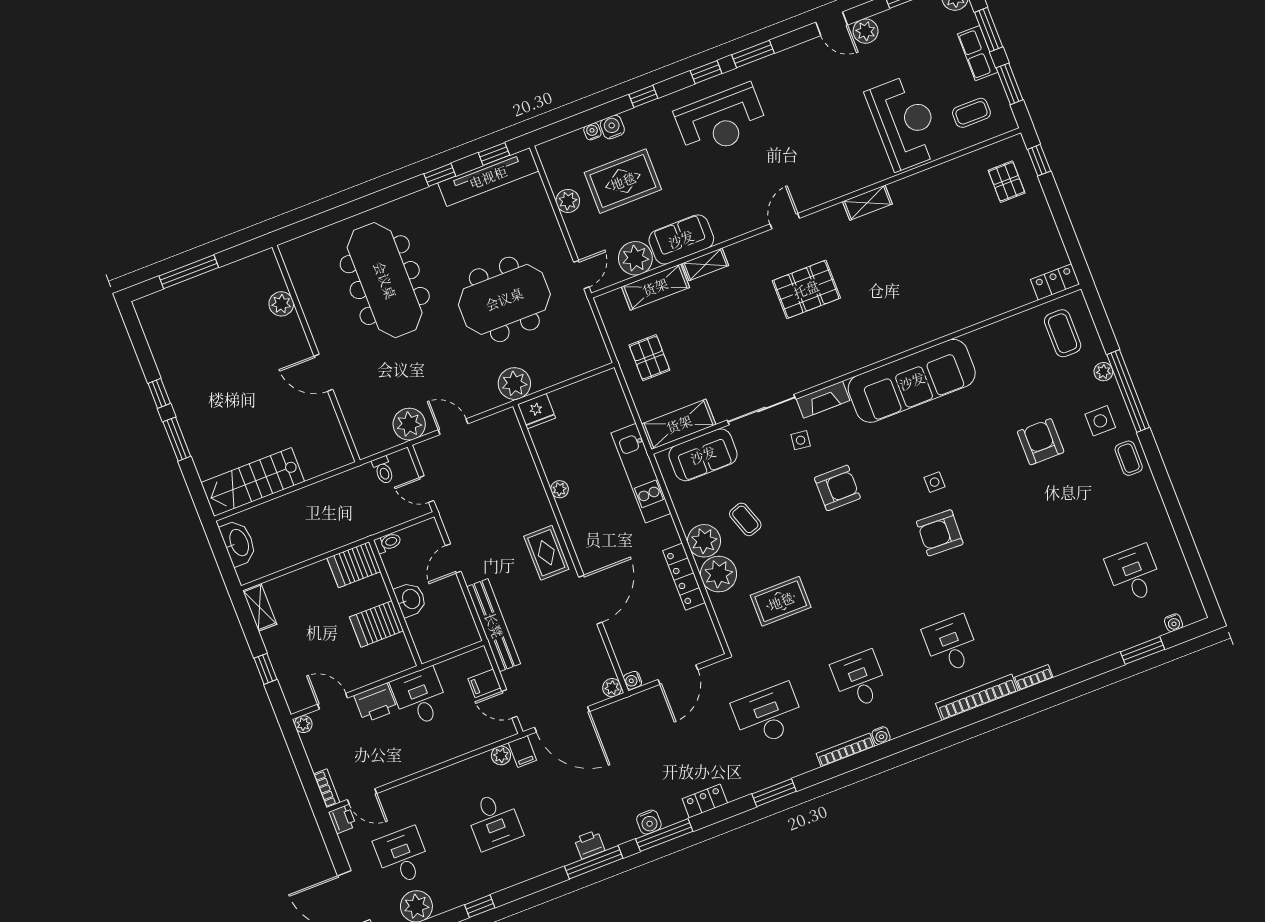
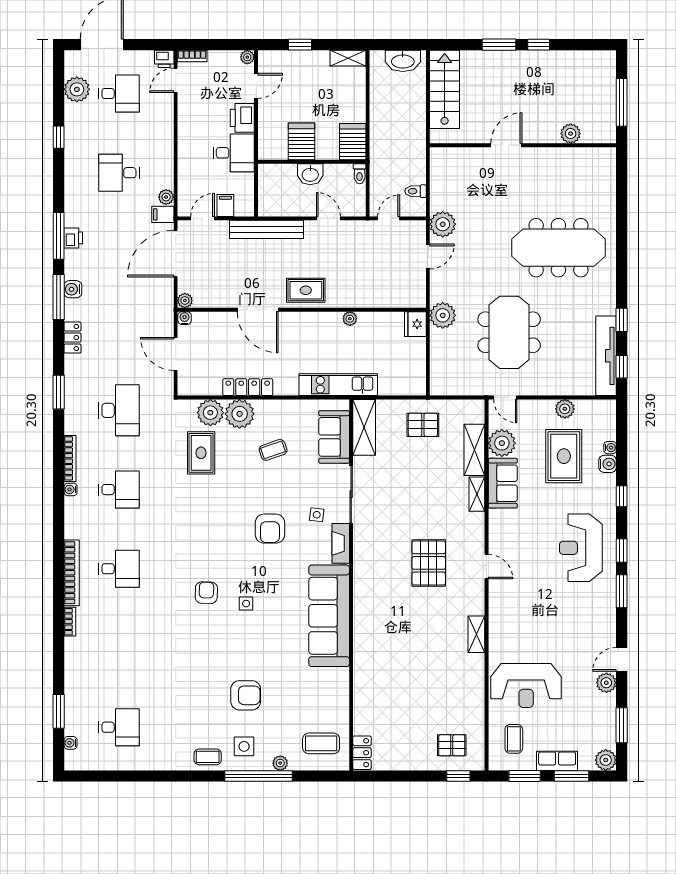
plant: (281, 304) -> (571, 134), moved
wall: (316, 354) -> (523, 145), moved
door: (323, 373) -> (506, 145), moved
armchair: (940, 533) -> (206, 593), width x0.72, depth x0.72
plant: (704, 541) -> (210, 413), moved

